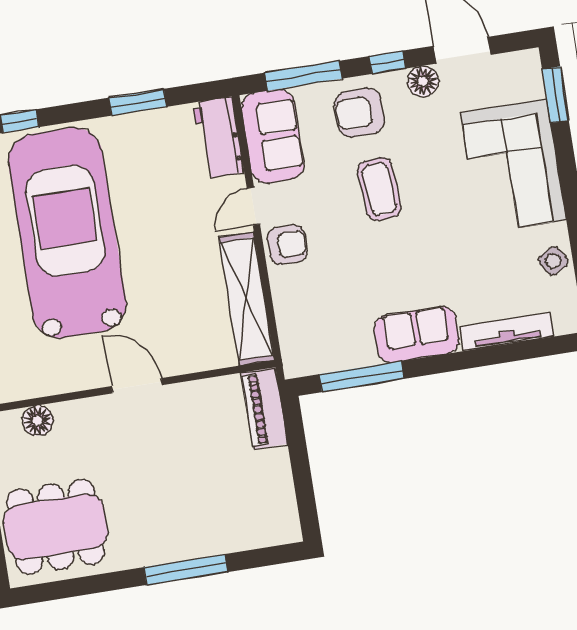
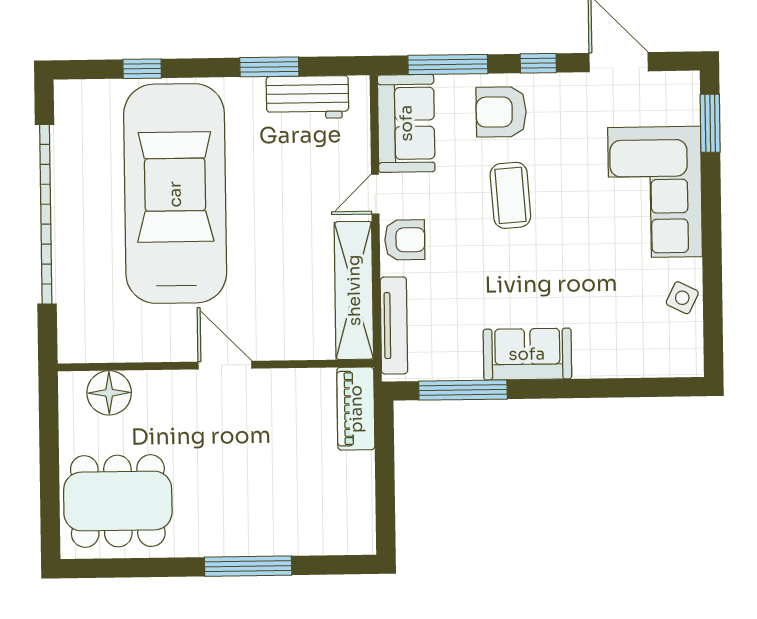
floor lamp: (423, 81) -> (573, 89), removed
workbench: (219, 138) -> (307, 97), moved, turned -90
side table: (553, 261) -> (682, 298), turned -32
tv unit: (507, 332) -> (394, 325), moved, turned 90
floor lamp: (38, 421) -> (109, 393), width x1.38, depth x1.38

